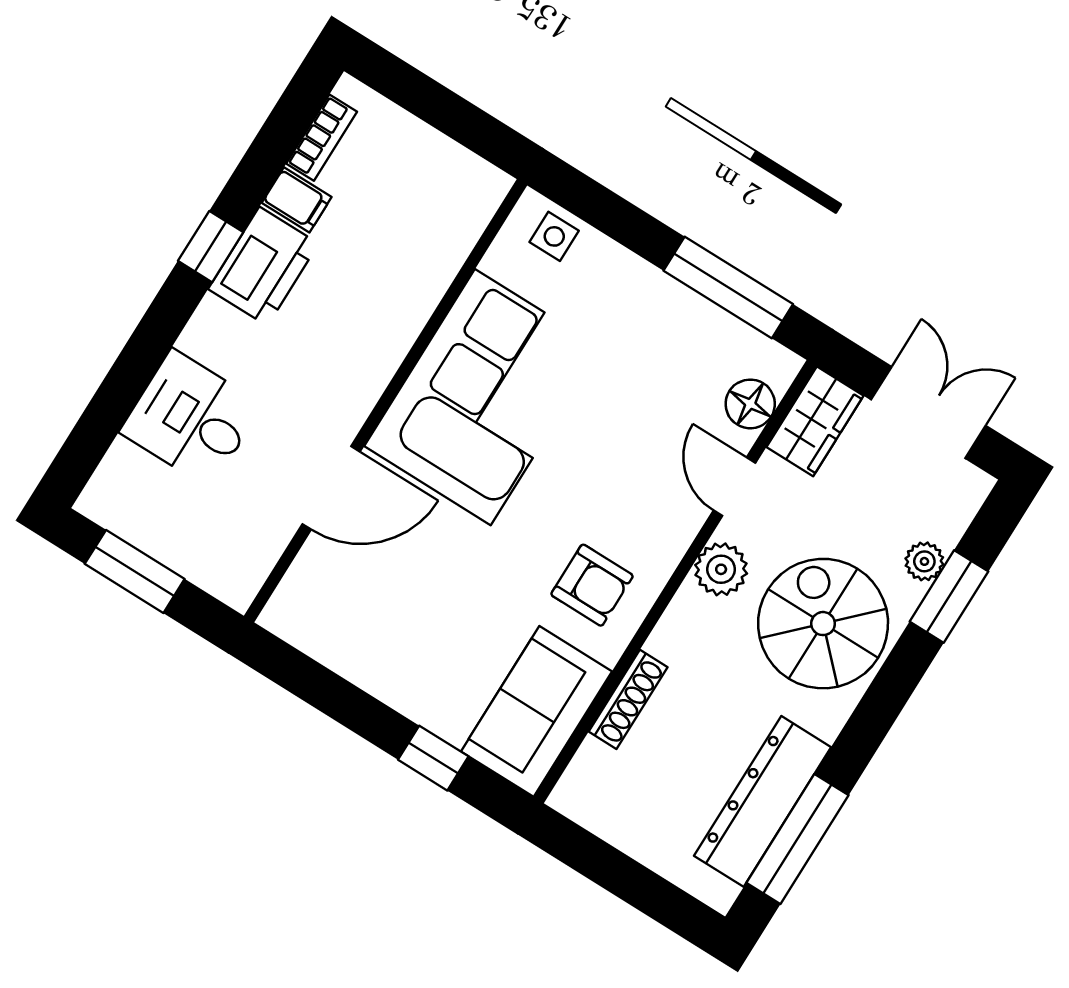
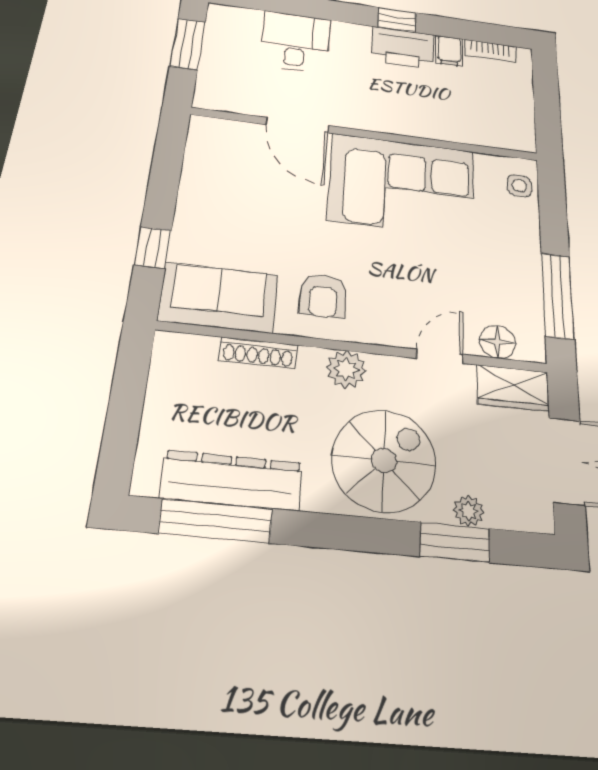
plant: (721, 569) -> (346, 369), moved

